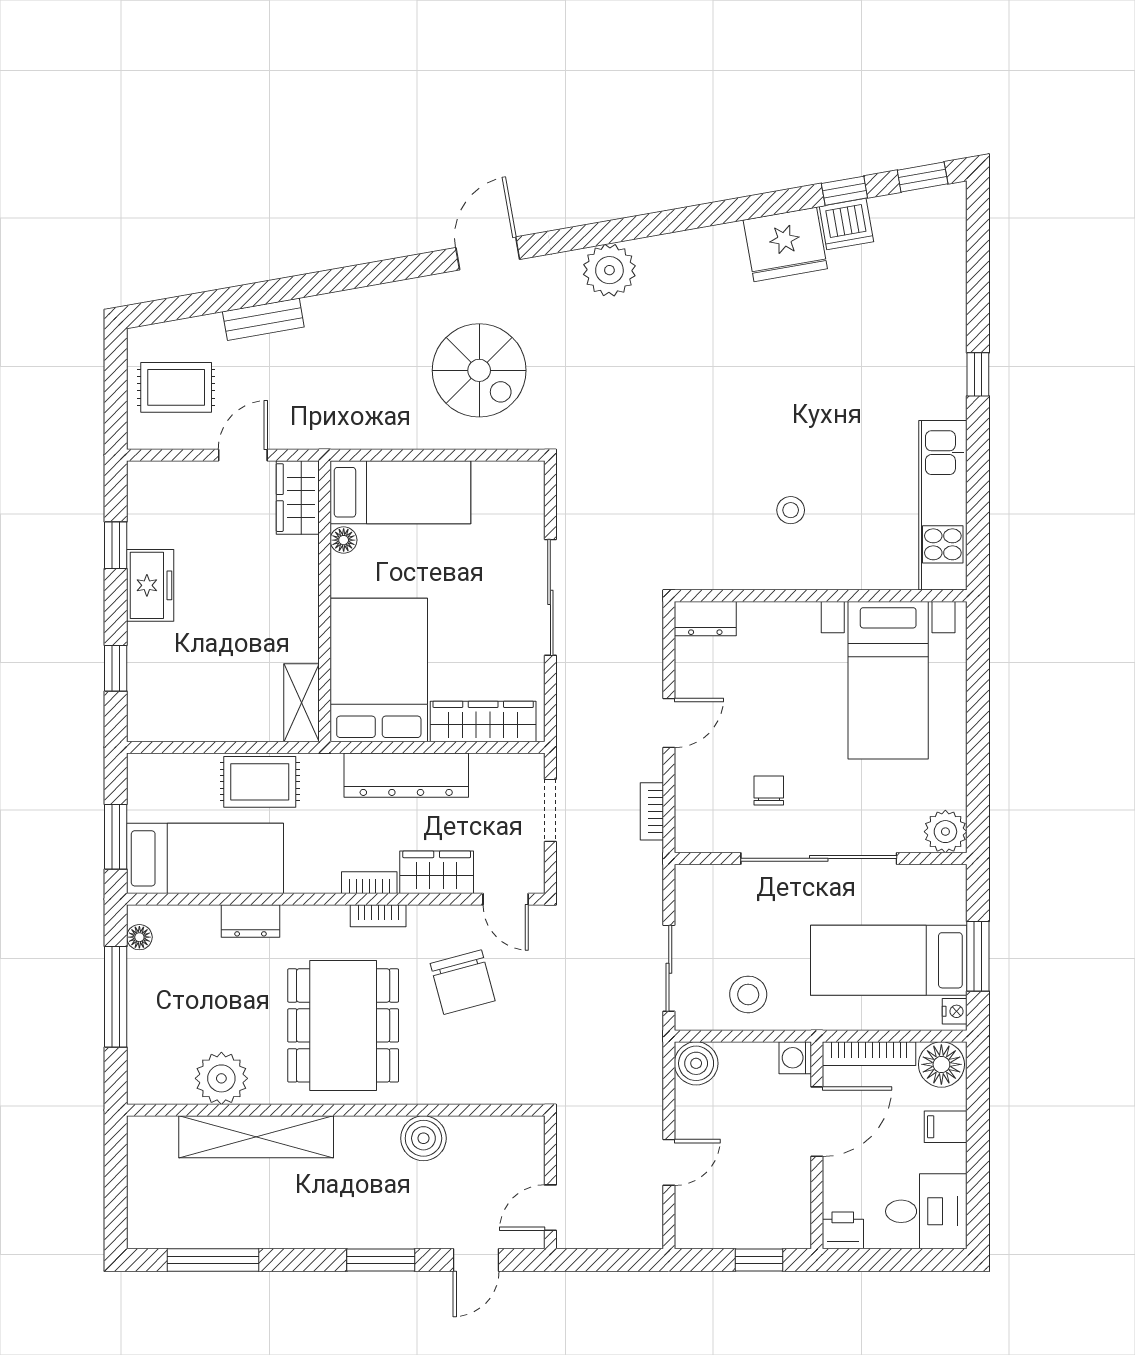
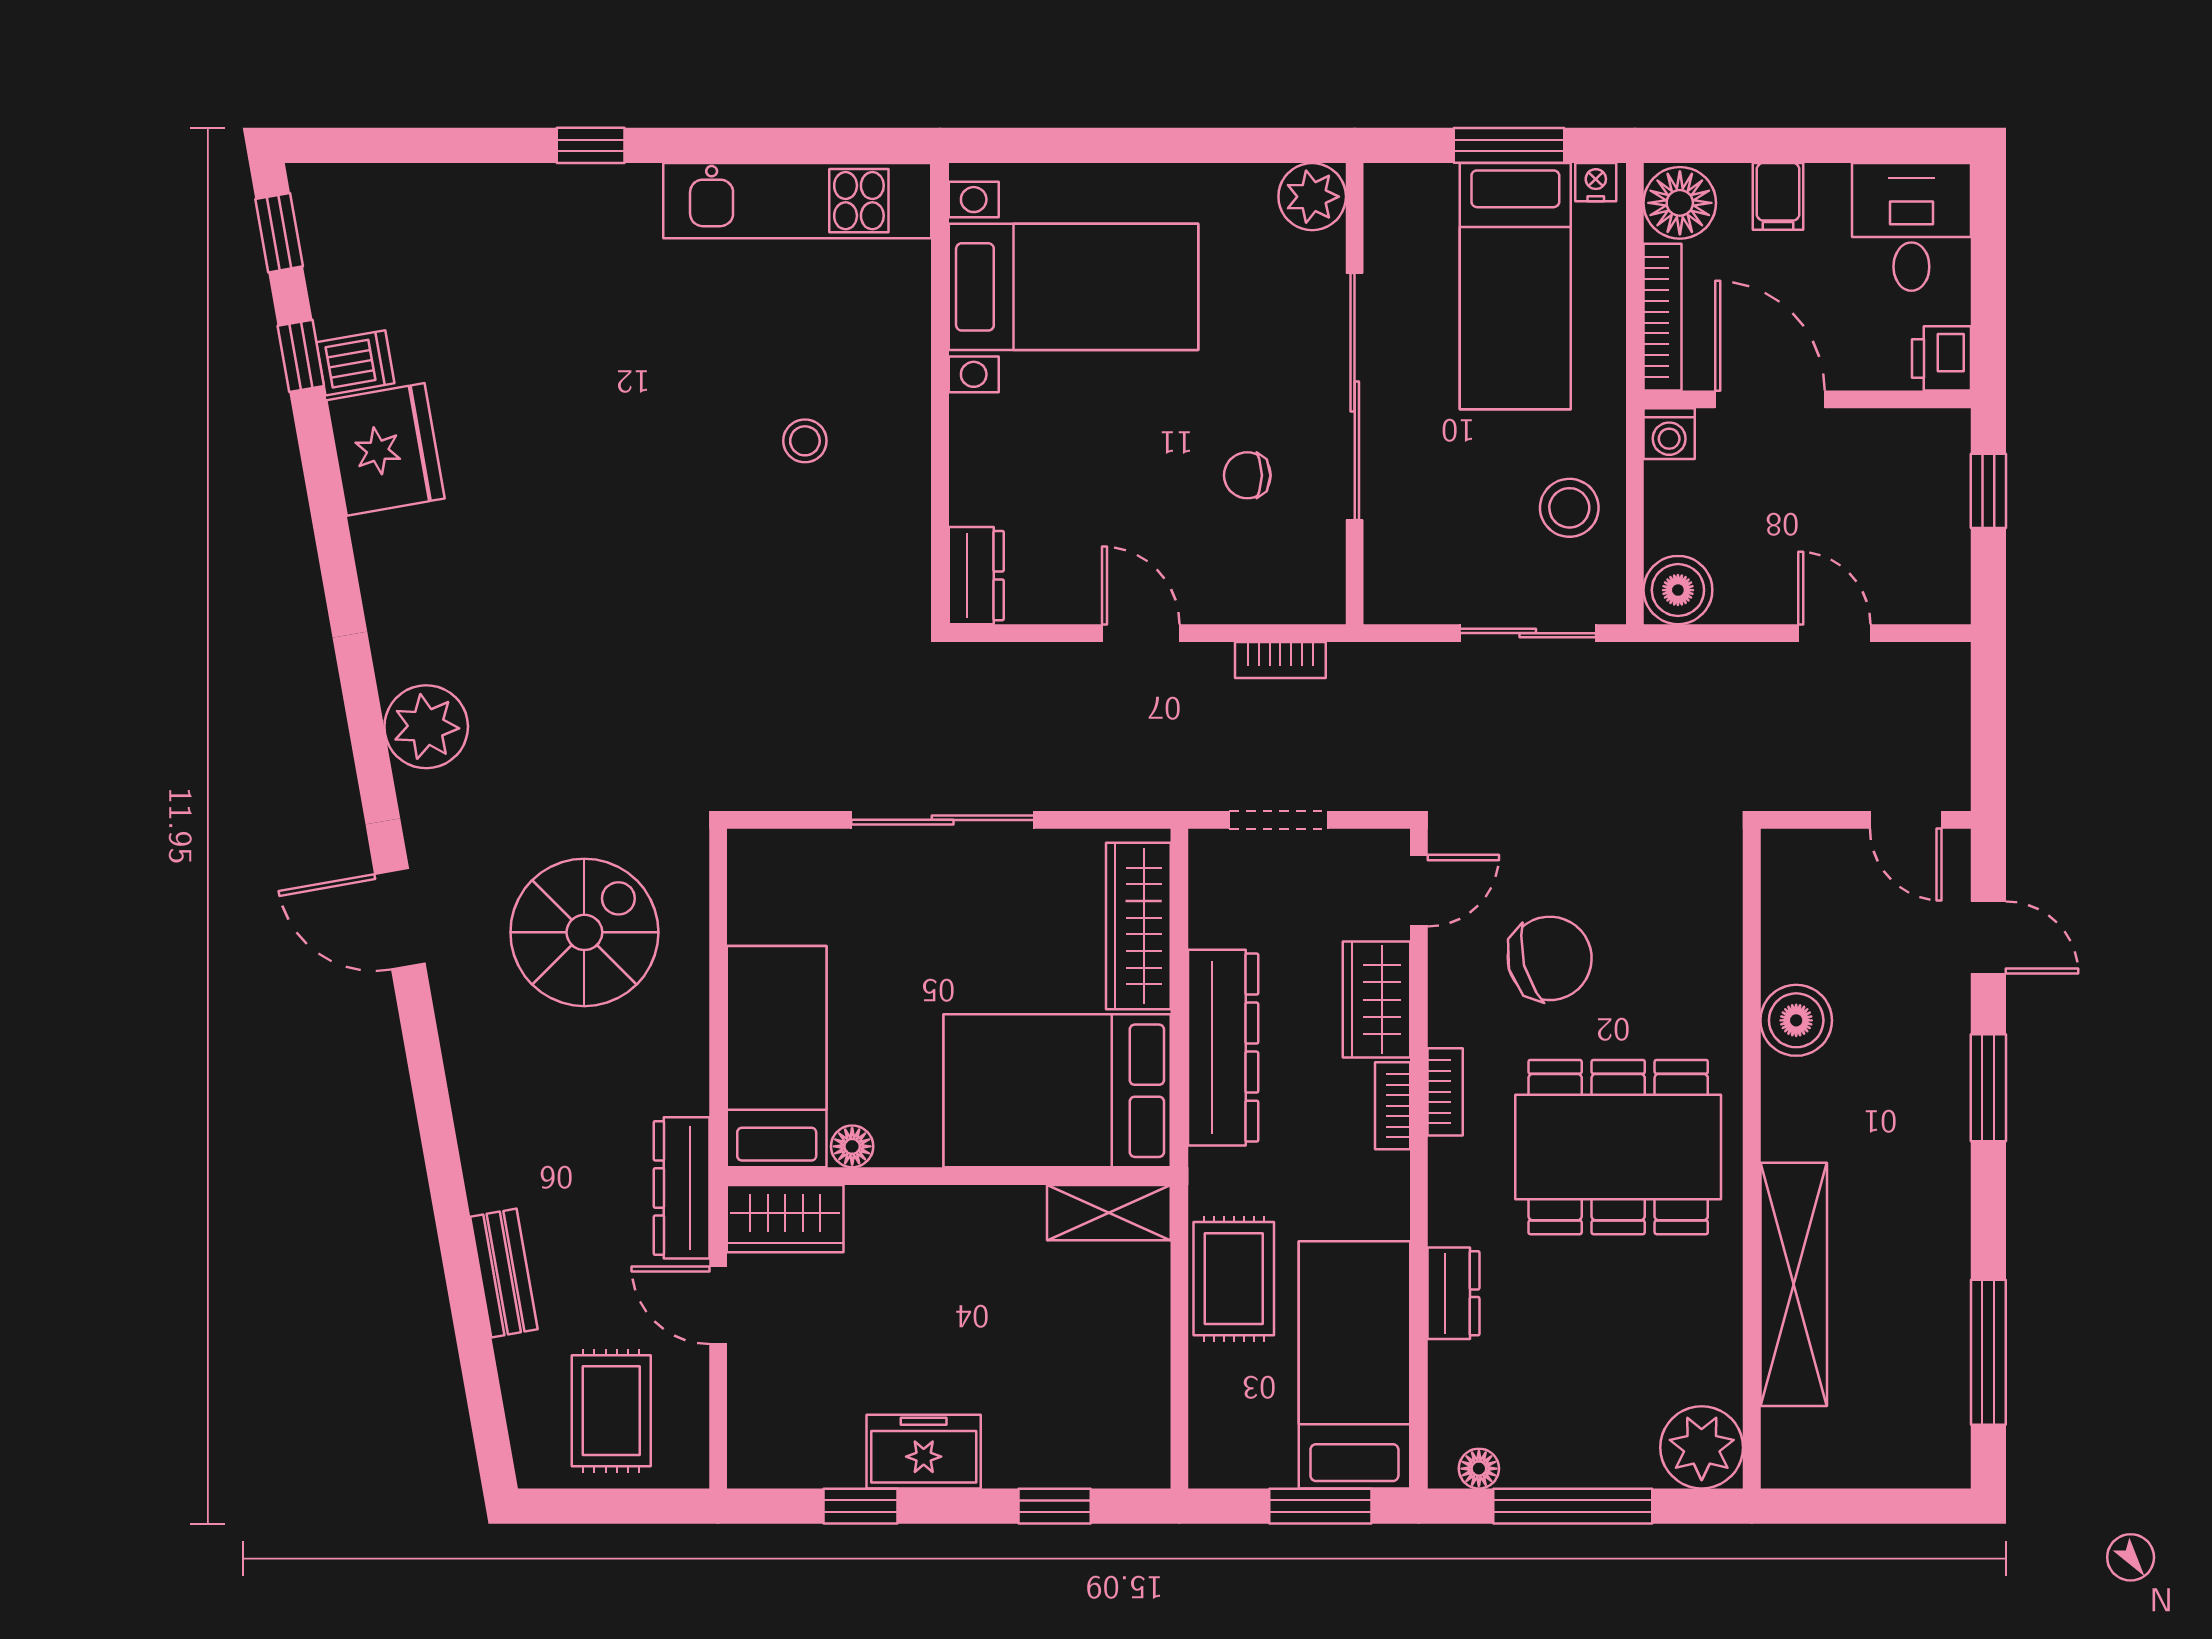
dishwasher: (846, 224) -> (355, 363), width x0.73
dresser: (317, 432) -> (682, 1188), added
plant: (221, 1078) -> (1702, 1447), moved

